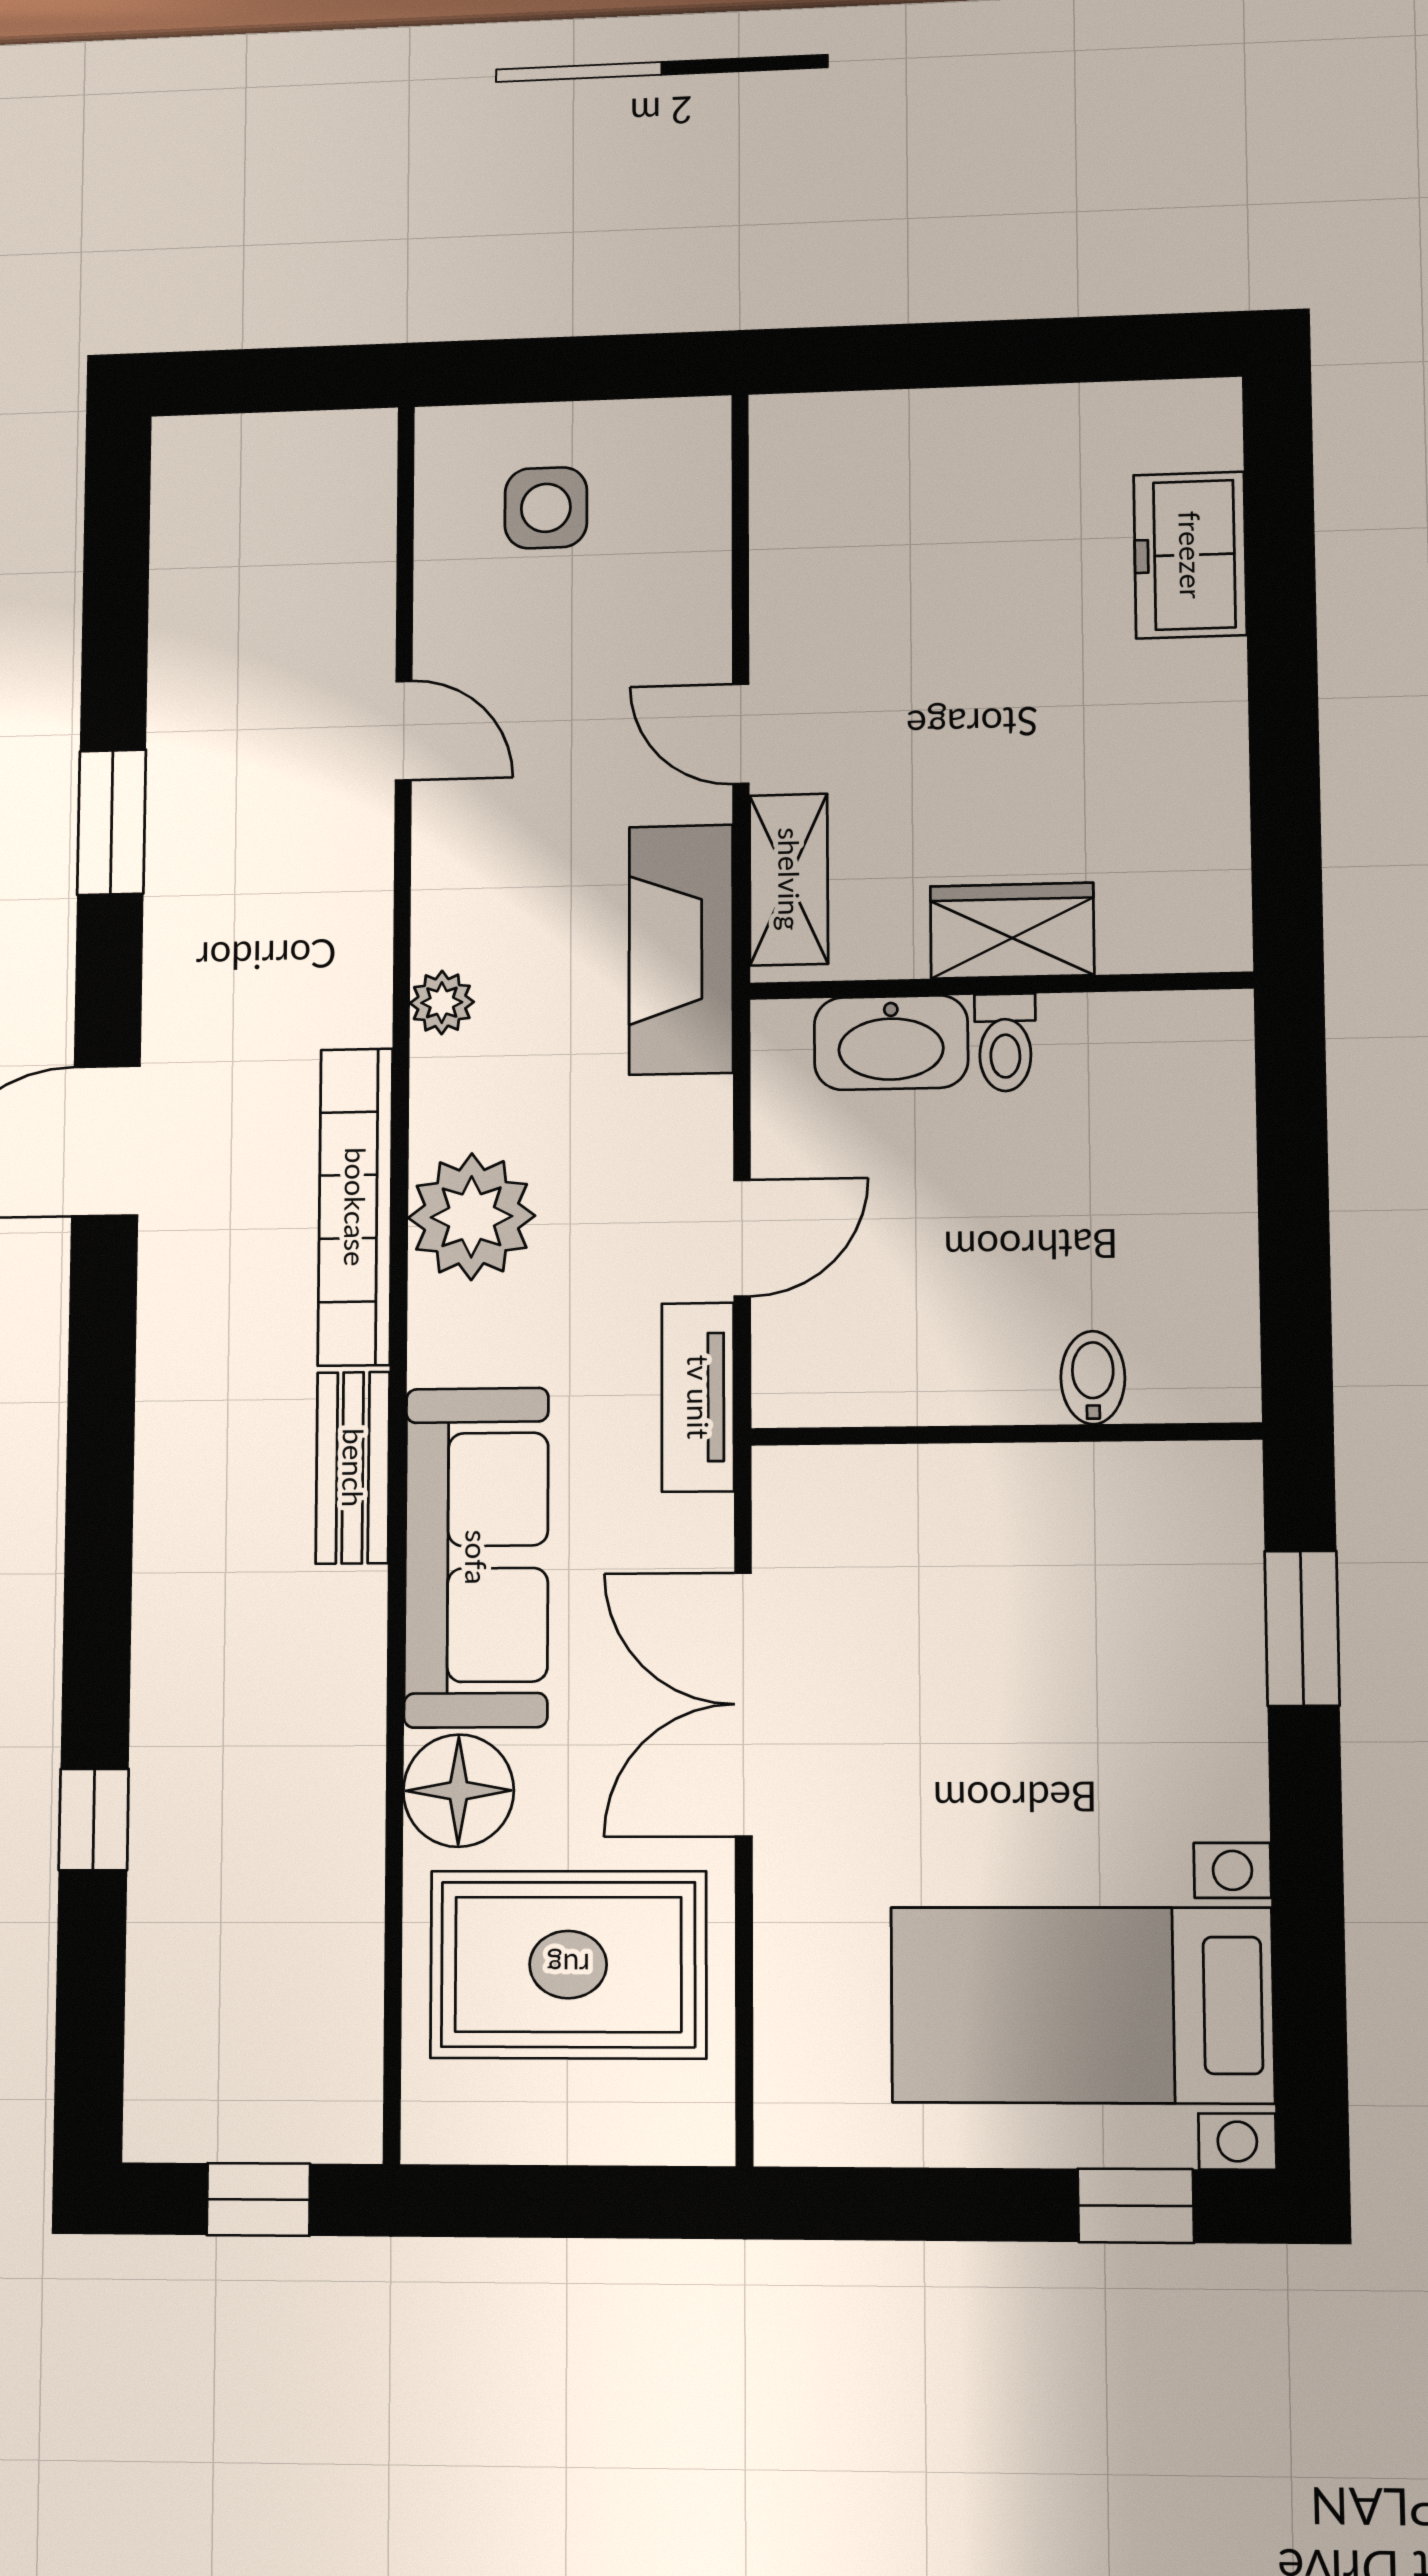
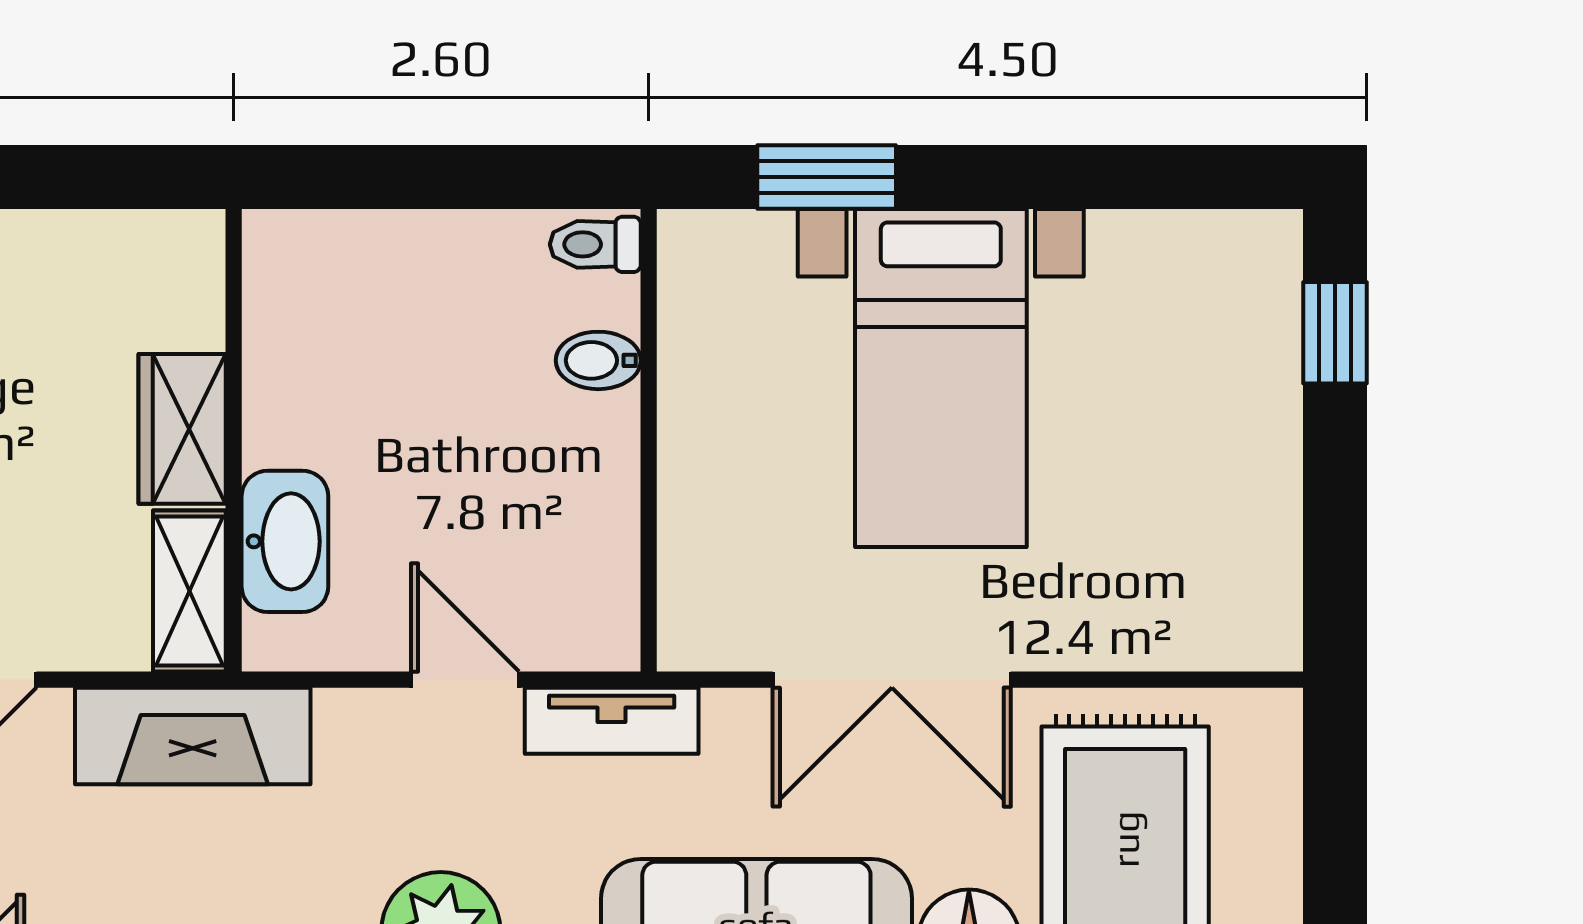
shelving: (789, 879) -> (189, 591), moved, turned 90
toilet: (1005, 1042) -> (595, 244), moved, turned 180
bed with nightstands: (1082, 2005) -> (941, 378), moved

